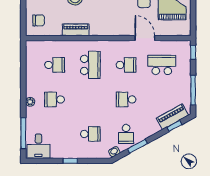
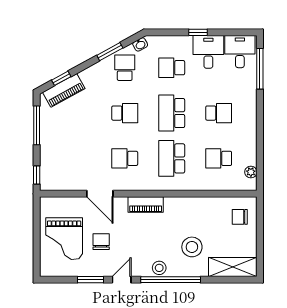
piano: (76, 30) -> (146, 205), moved
school desk: (162, 65) -> (172, 113), moved, turned 90
plant: (30, 102) -> (251, 172), moved
desk: (62, 146) -> (208, 52), added

